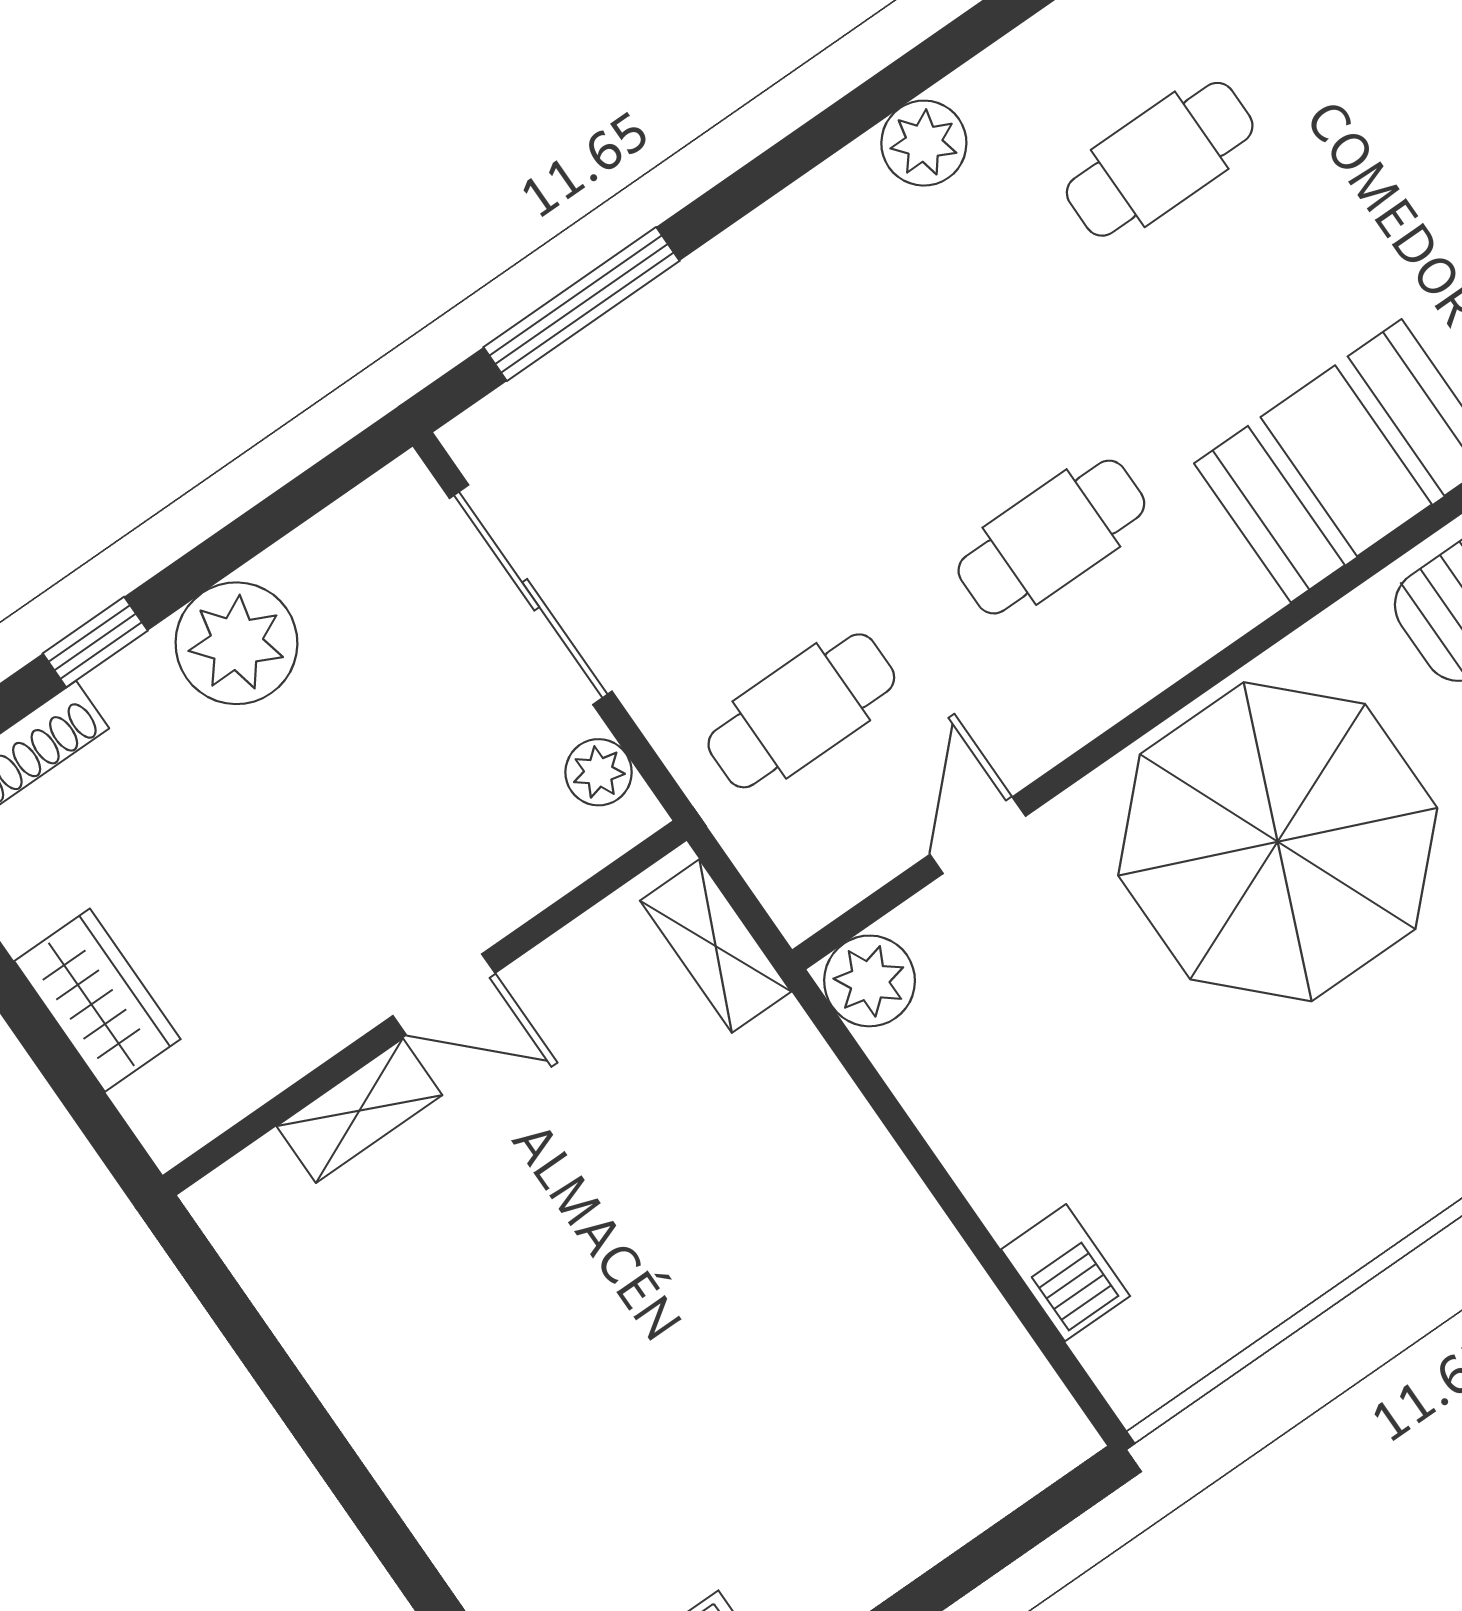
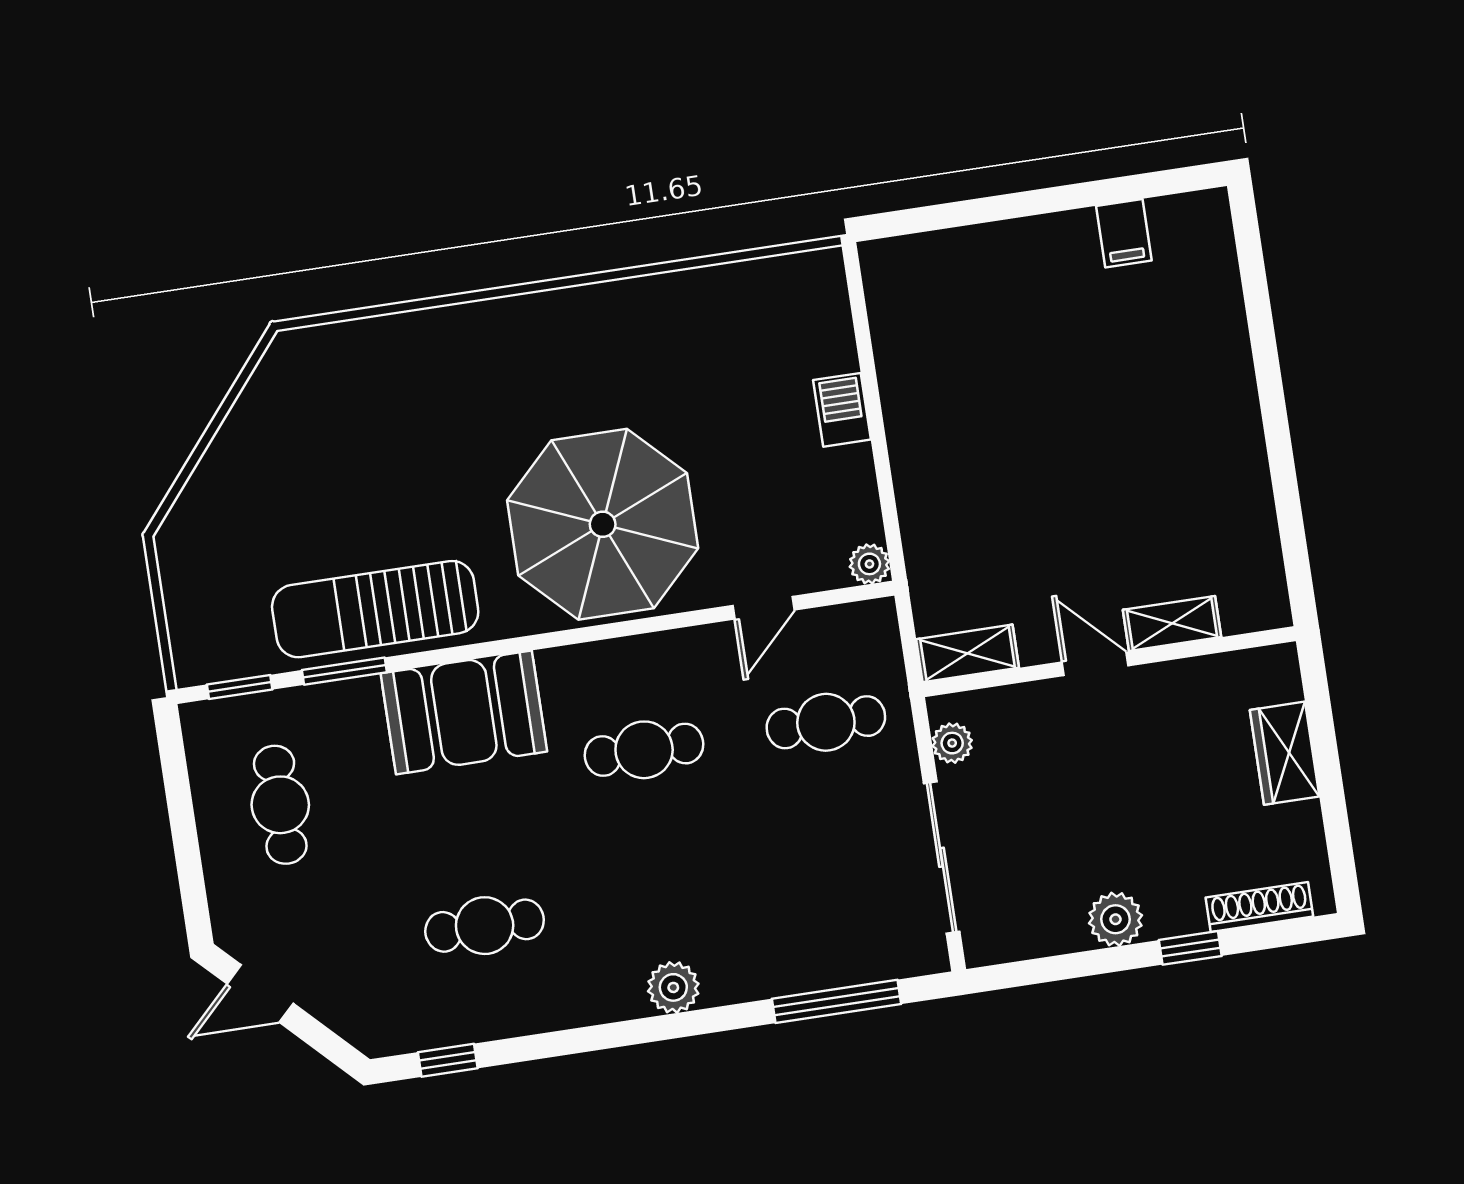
plant: (924, 143) -> (673, 987), moved
plant: (236, 643) -> (1115, 919), width x0.73, depth x0.73
shelving: (716, 946) -> (968, 653), moved, turned 90
plant: (870, 981) -> (869, 564), width x0.73, depth x0.73
barbecue: (1066, 1273) -> (842, 410), moved

